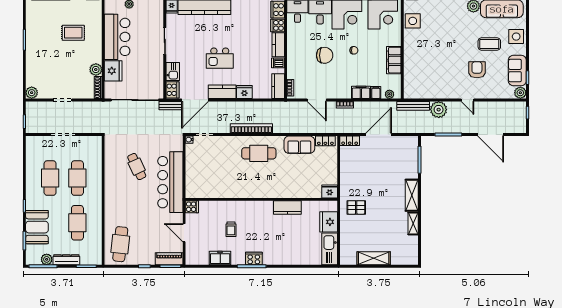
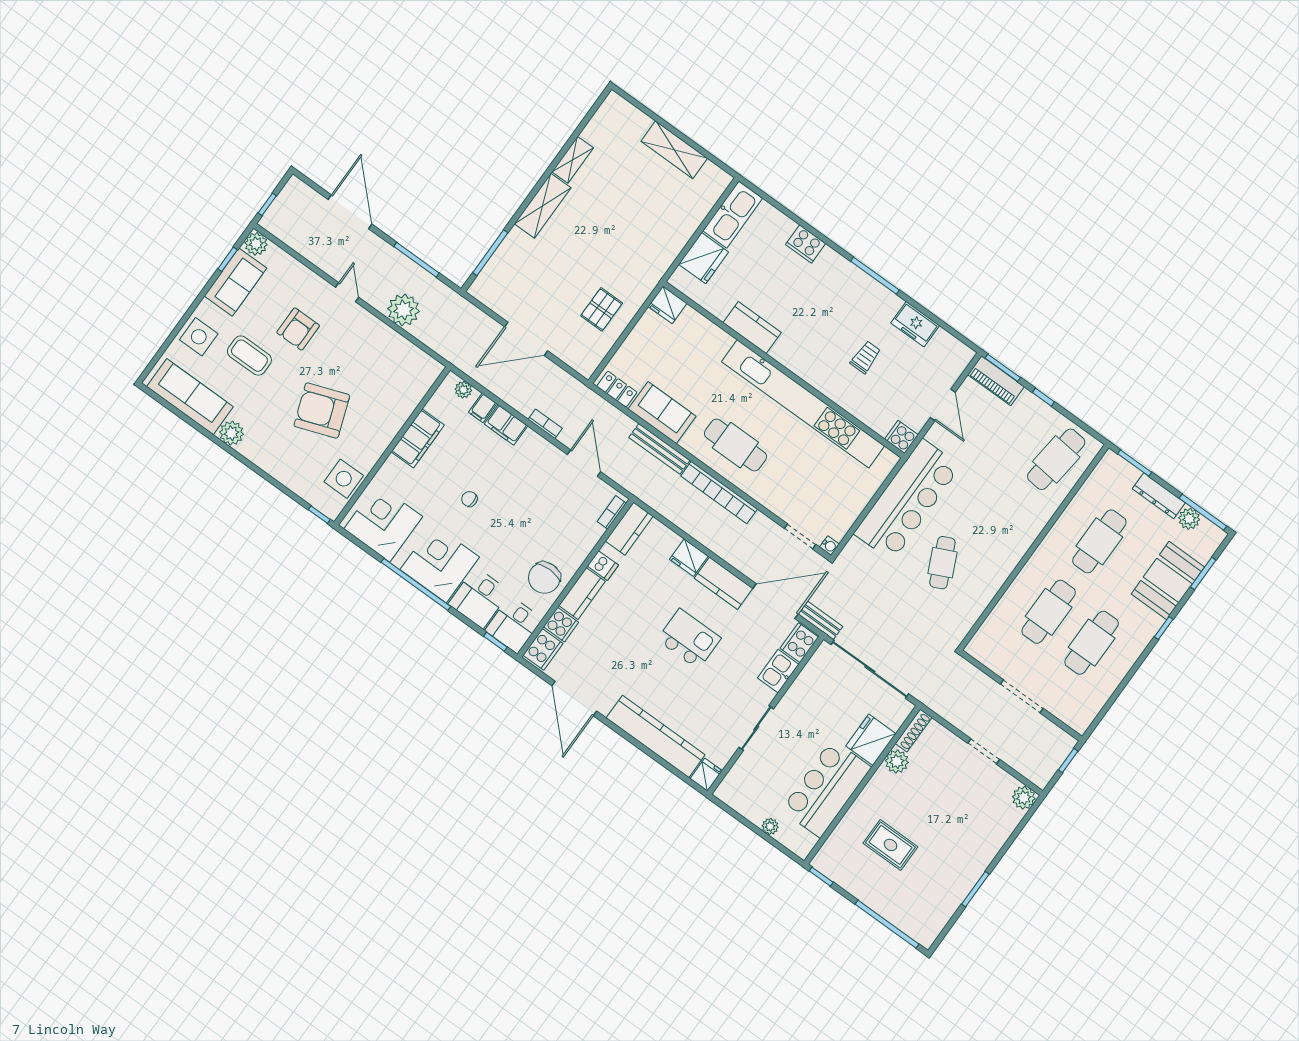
armchair: (442, 43) -> (322, 410), added
chair: (325, 55) -> (544, 578), moved, turned -90
bench: (413, 106) -> (659, 449), moved
locker: (350, 141) -> (579, 362), removed
kitchen unit: (243, 191) -> (803, 404), added
pallet: (356, 207) -> (602, 309), moved, turned 90
cooker: (254, 259) -> (806, 244), moved

